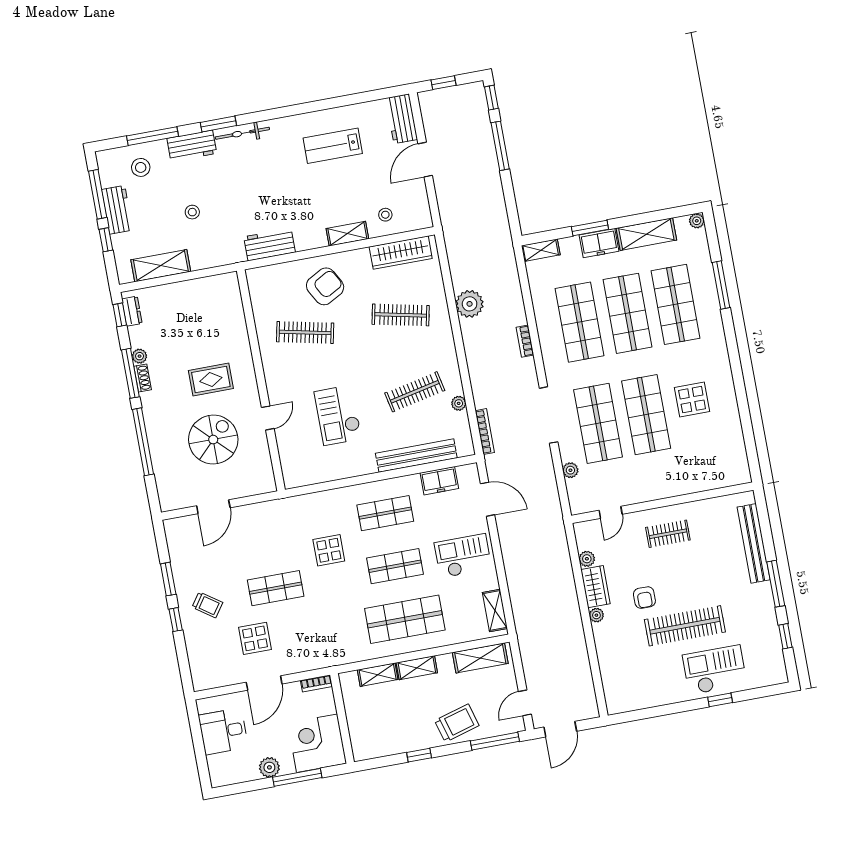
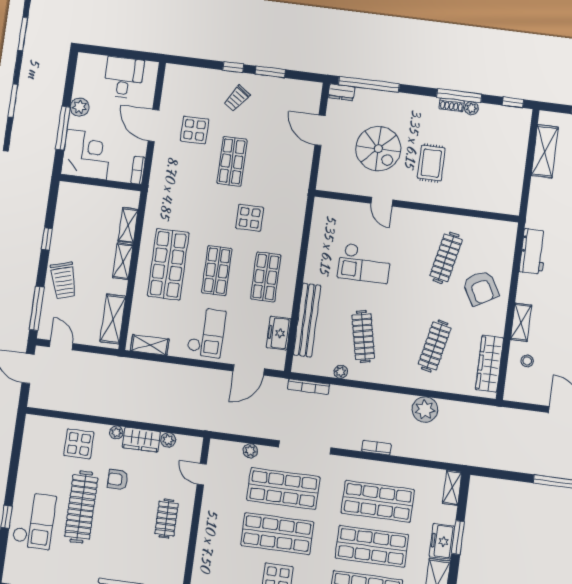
dresser: (132, 311) -> (341, 92), moved
checkout: (338, 415) -> (364, 263), turned 180
window: (143, 442) -> (369, 84), moved
display table: (621, 650) -> (79, 444), added

